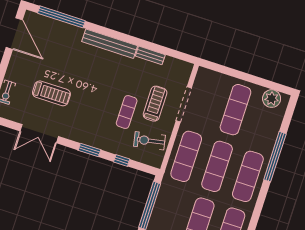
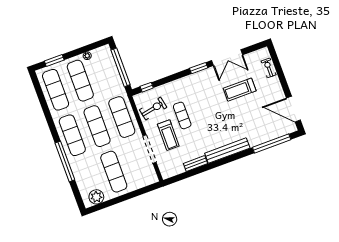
double door: (39, 134) -> (227, 58), swing flipped
window: (89, 150) -> (199, 68), moved
window: (122, 161) -> (147, 87), moved

